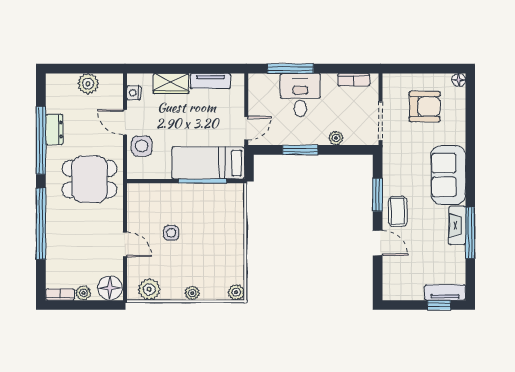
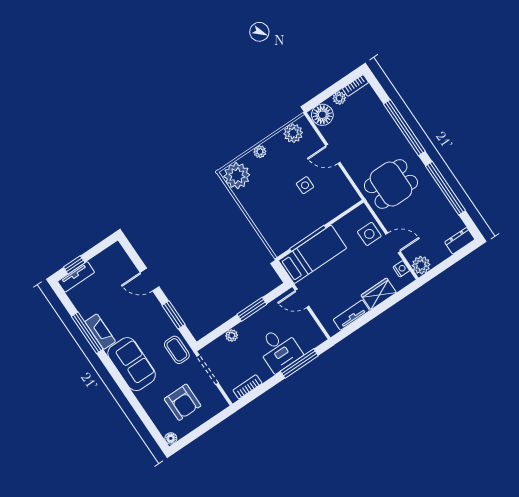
plant: (88, 84) -> (421, 265), moved
armchair: (425, 106) -> (183, 402), turned -90
door: (246, 128) -> (302, 298), hinge flipped
dresser: (54, 129) -> (460, 241), moved, turned 90
coffee table: (398, 212) -> (177, 350), moved
plant: (236, 292) -> (237, 176), width x1.87, depth x1.87

